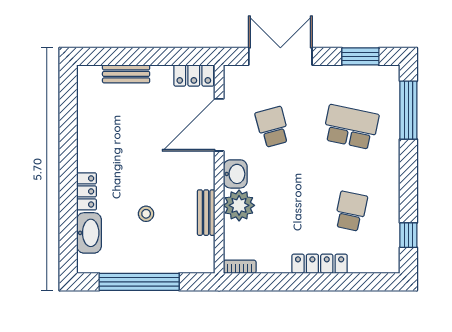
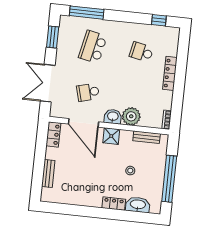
shower: (202, 175) -> (111, 136), added
bench: (206, 213) -> (147, 137), moved

